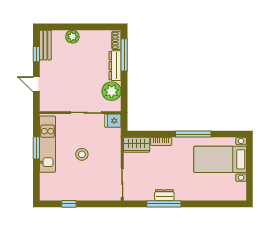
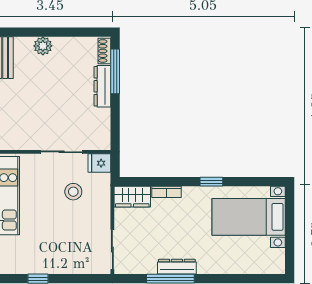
plant: (112, 91) -> (97, 122), removed
window: (193, 134) -> (211, 182), width x0.46
stool: (82, 154) -> (73, 192), moved
dresser: (164, 195) -> (177, 267), width x1.44

